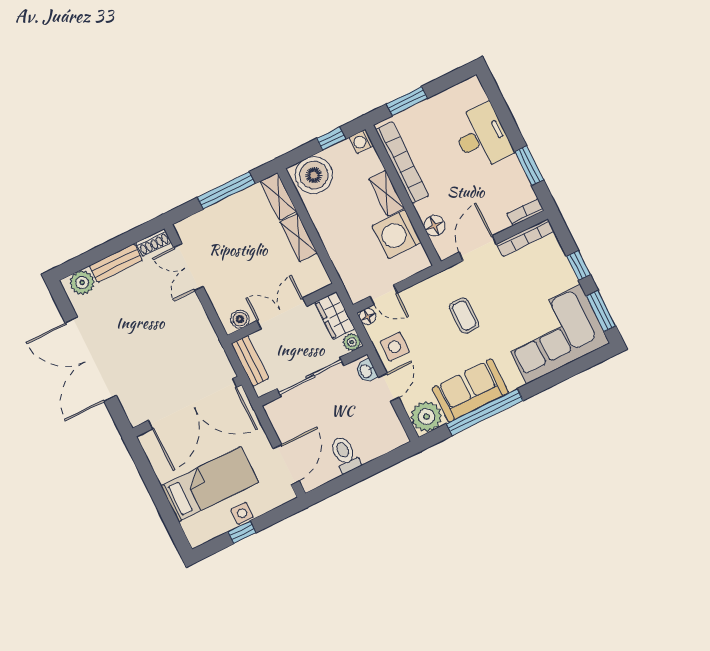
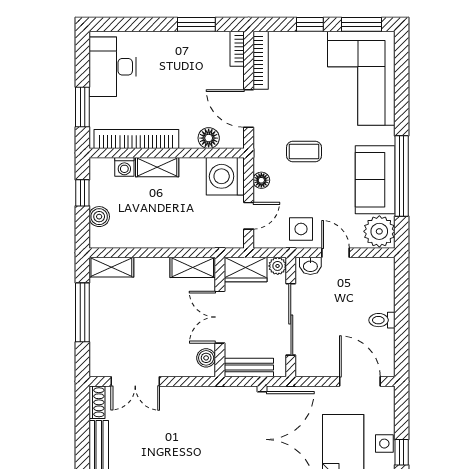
desk: (482, 137) -> (113, 67), moved, turned -90
washing machine: (361, 141) -> (124, 167), moved
boiler: (314, 175) -> (99, 217), width x0.54, depth x0.54
washing machine: (397, 234) -> (225, 176), moved, turned 90
shelving: (299, 238) -> (193, 267), moved
floor lamp: (368, 317) -> (261, 180), moved
toilet: (345, 454) -> (382, 320), width x0.73, depth x0.72

